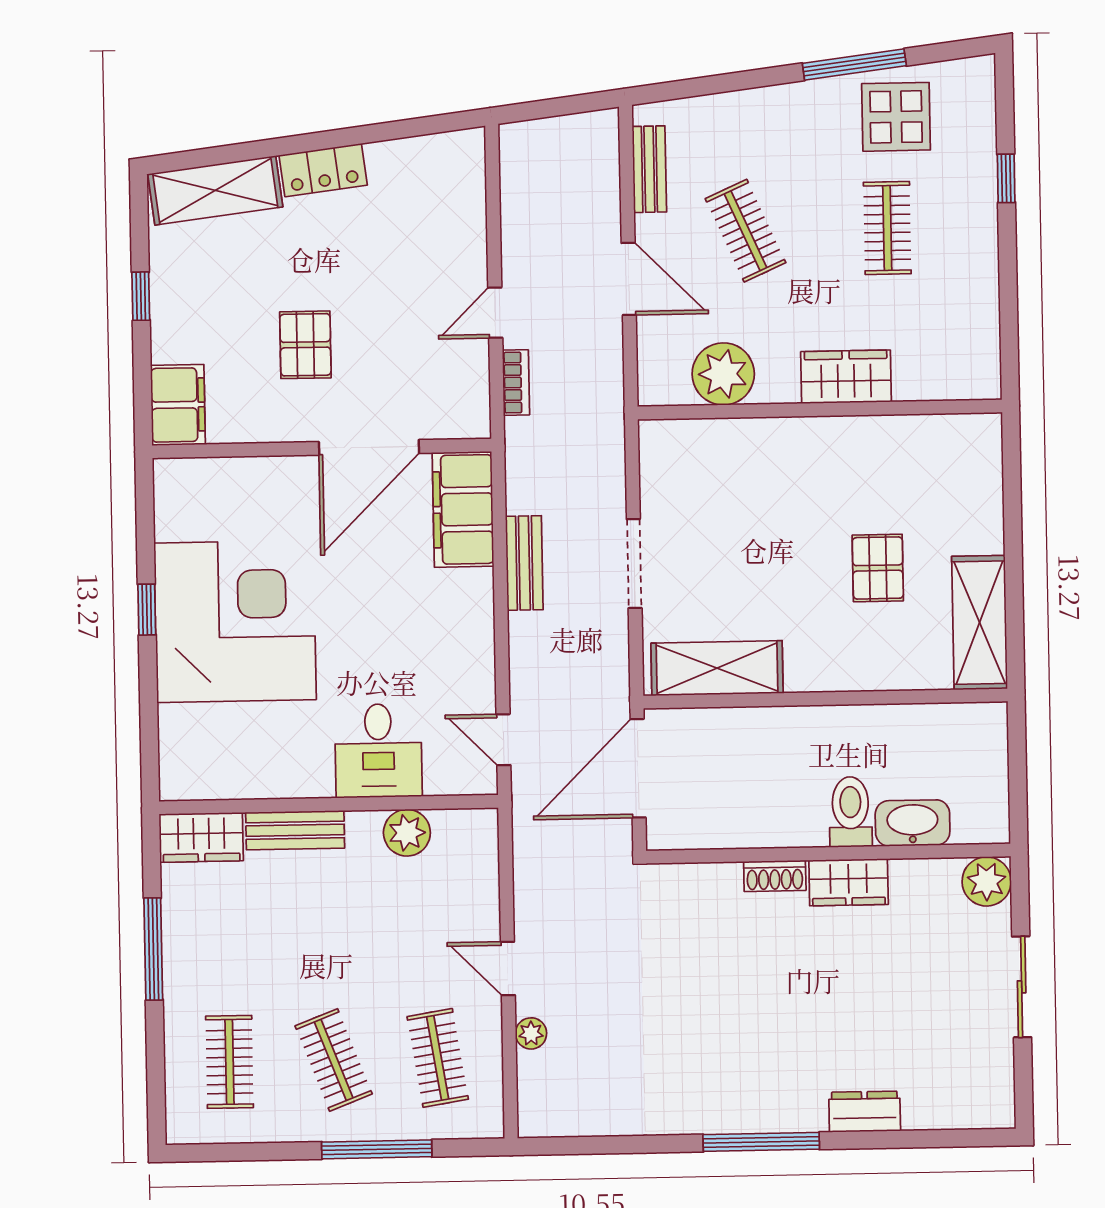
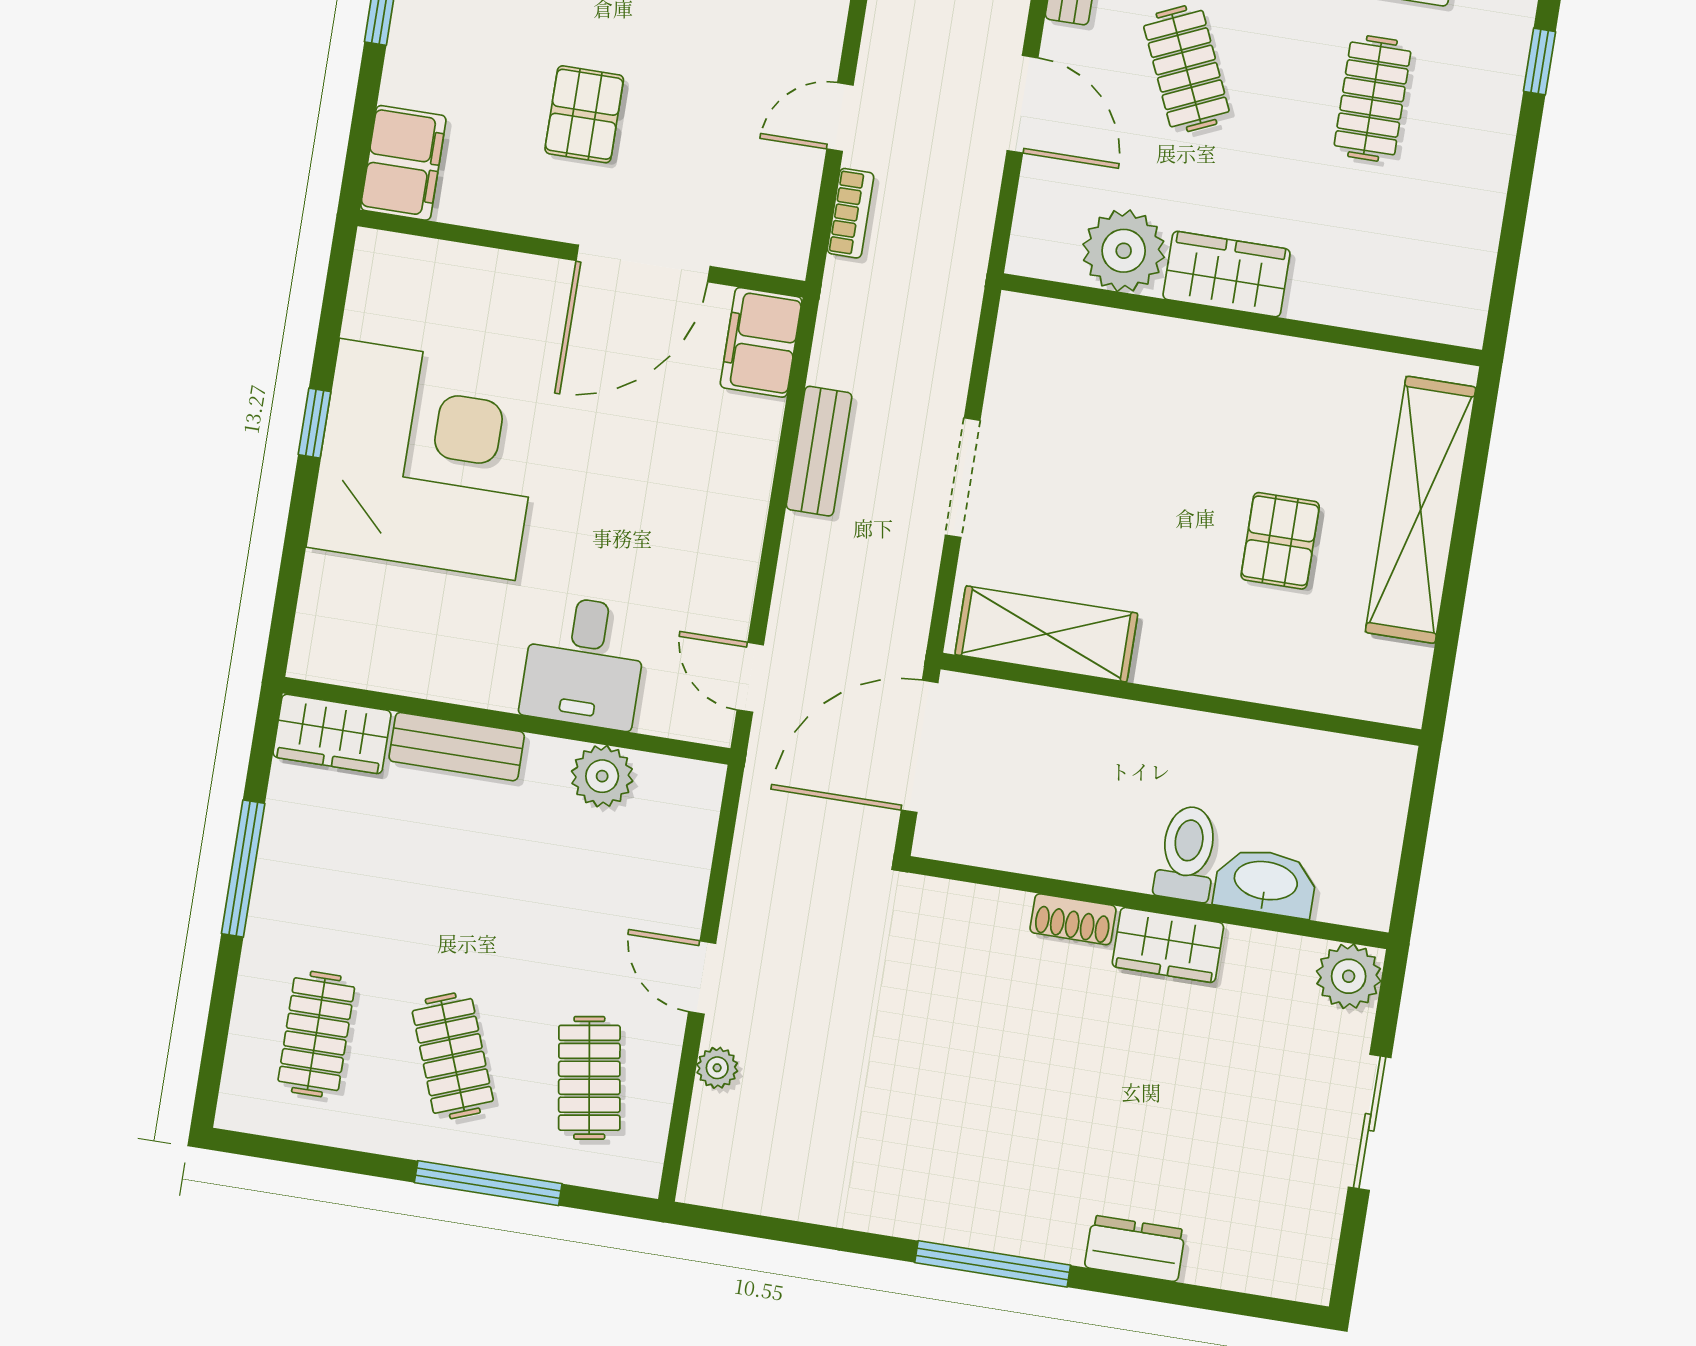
wardrobe: (846, 377) -> (1226, 274), moved
filing cabinet: (463, 509) -> (761, 342), width x0.67, depth x0.86
shelving: (980, 623) -> (1421, 510), moved, width x1.47

